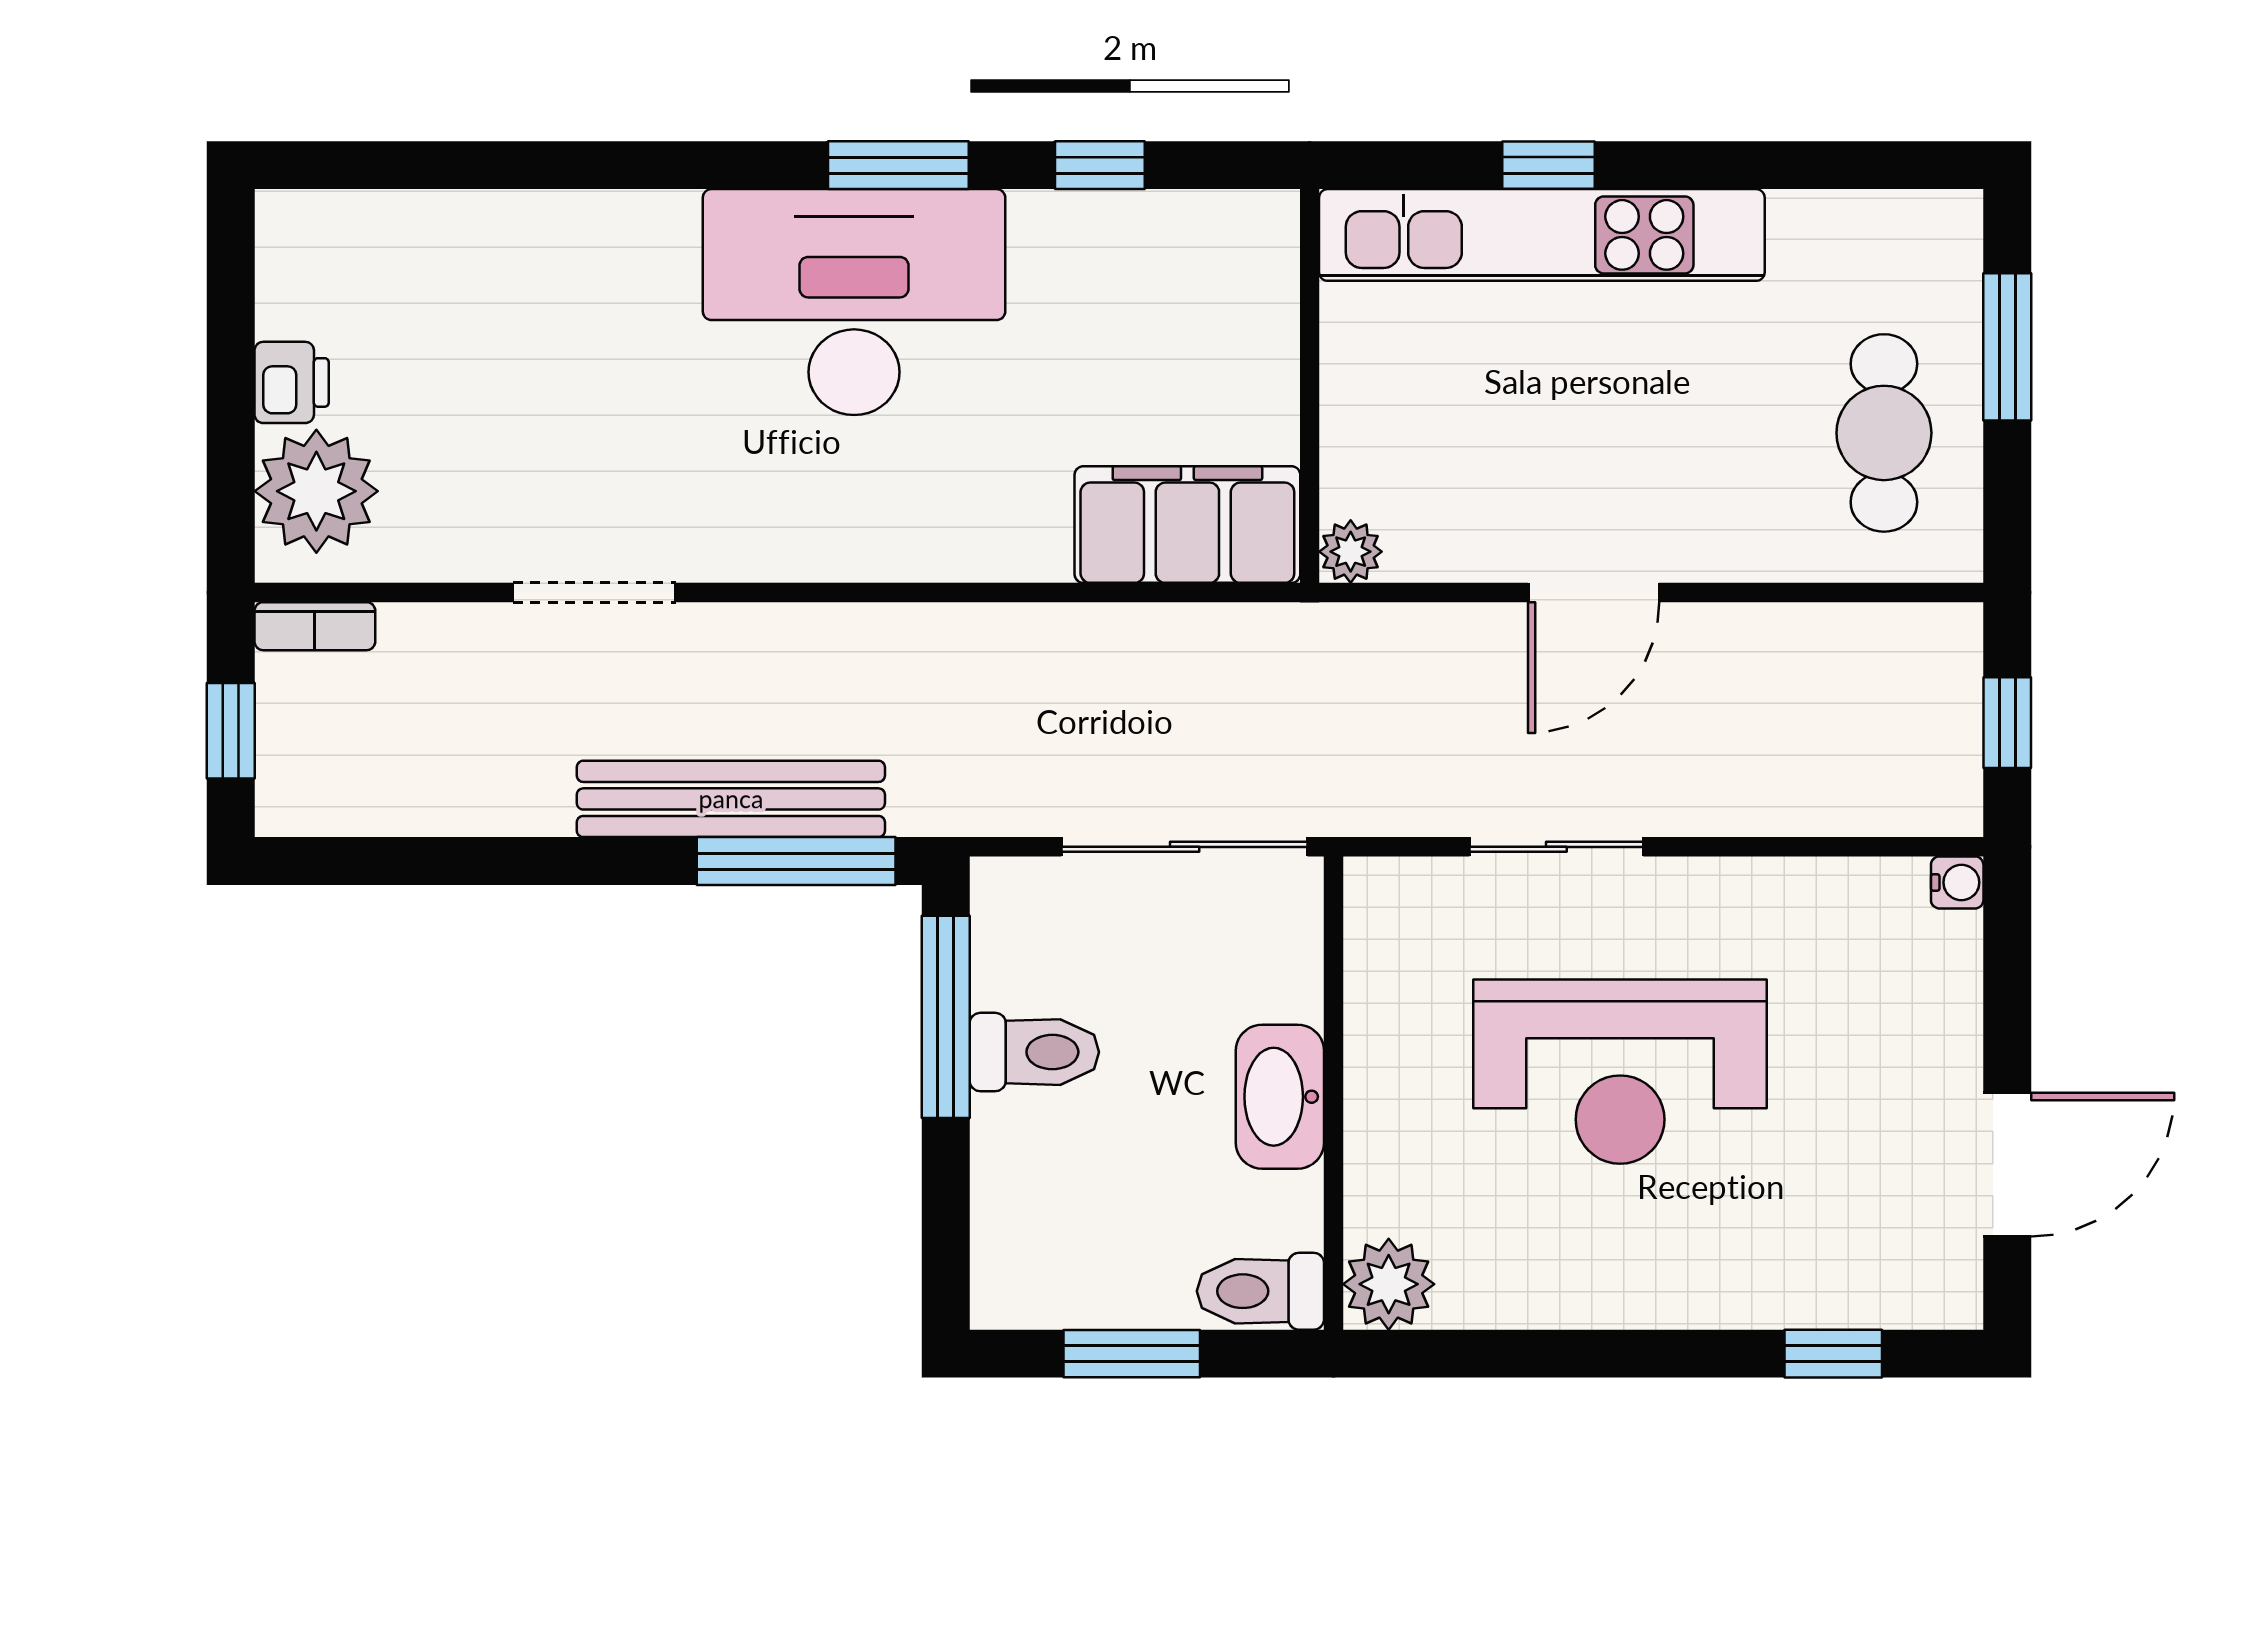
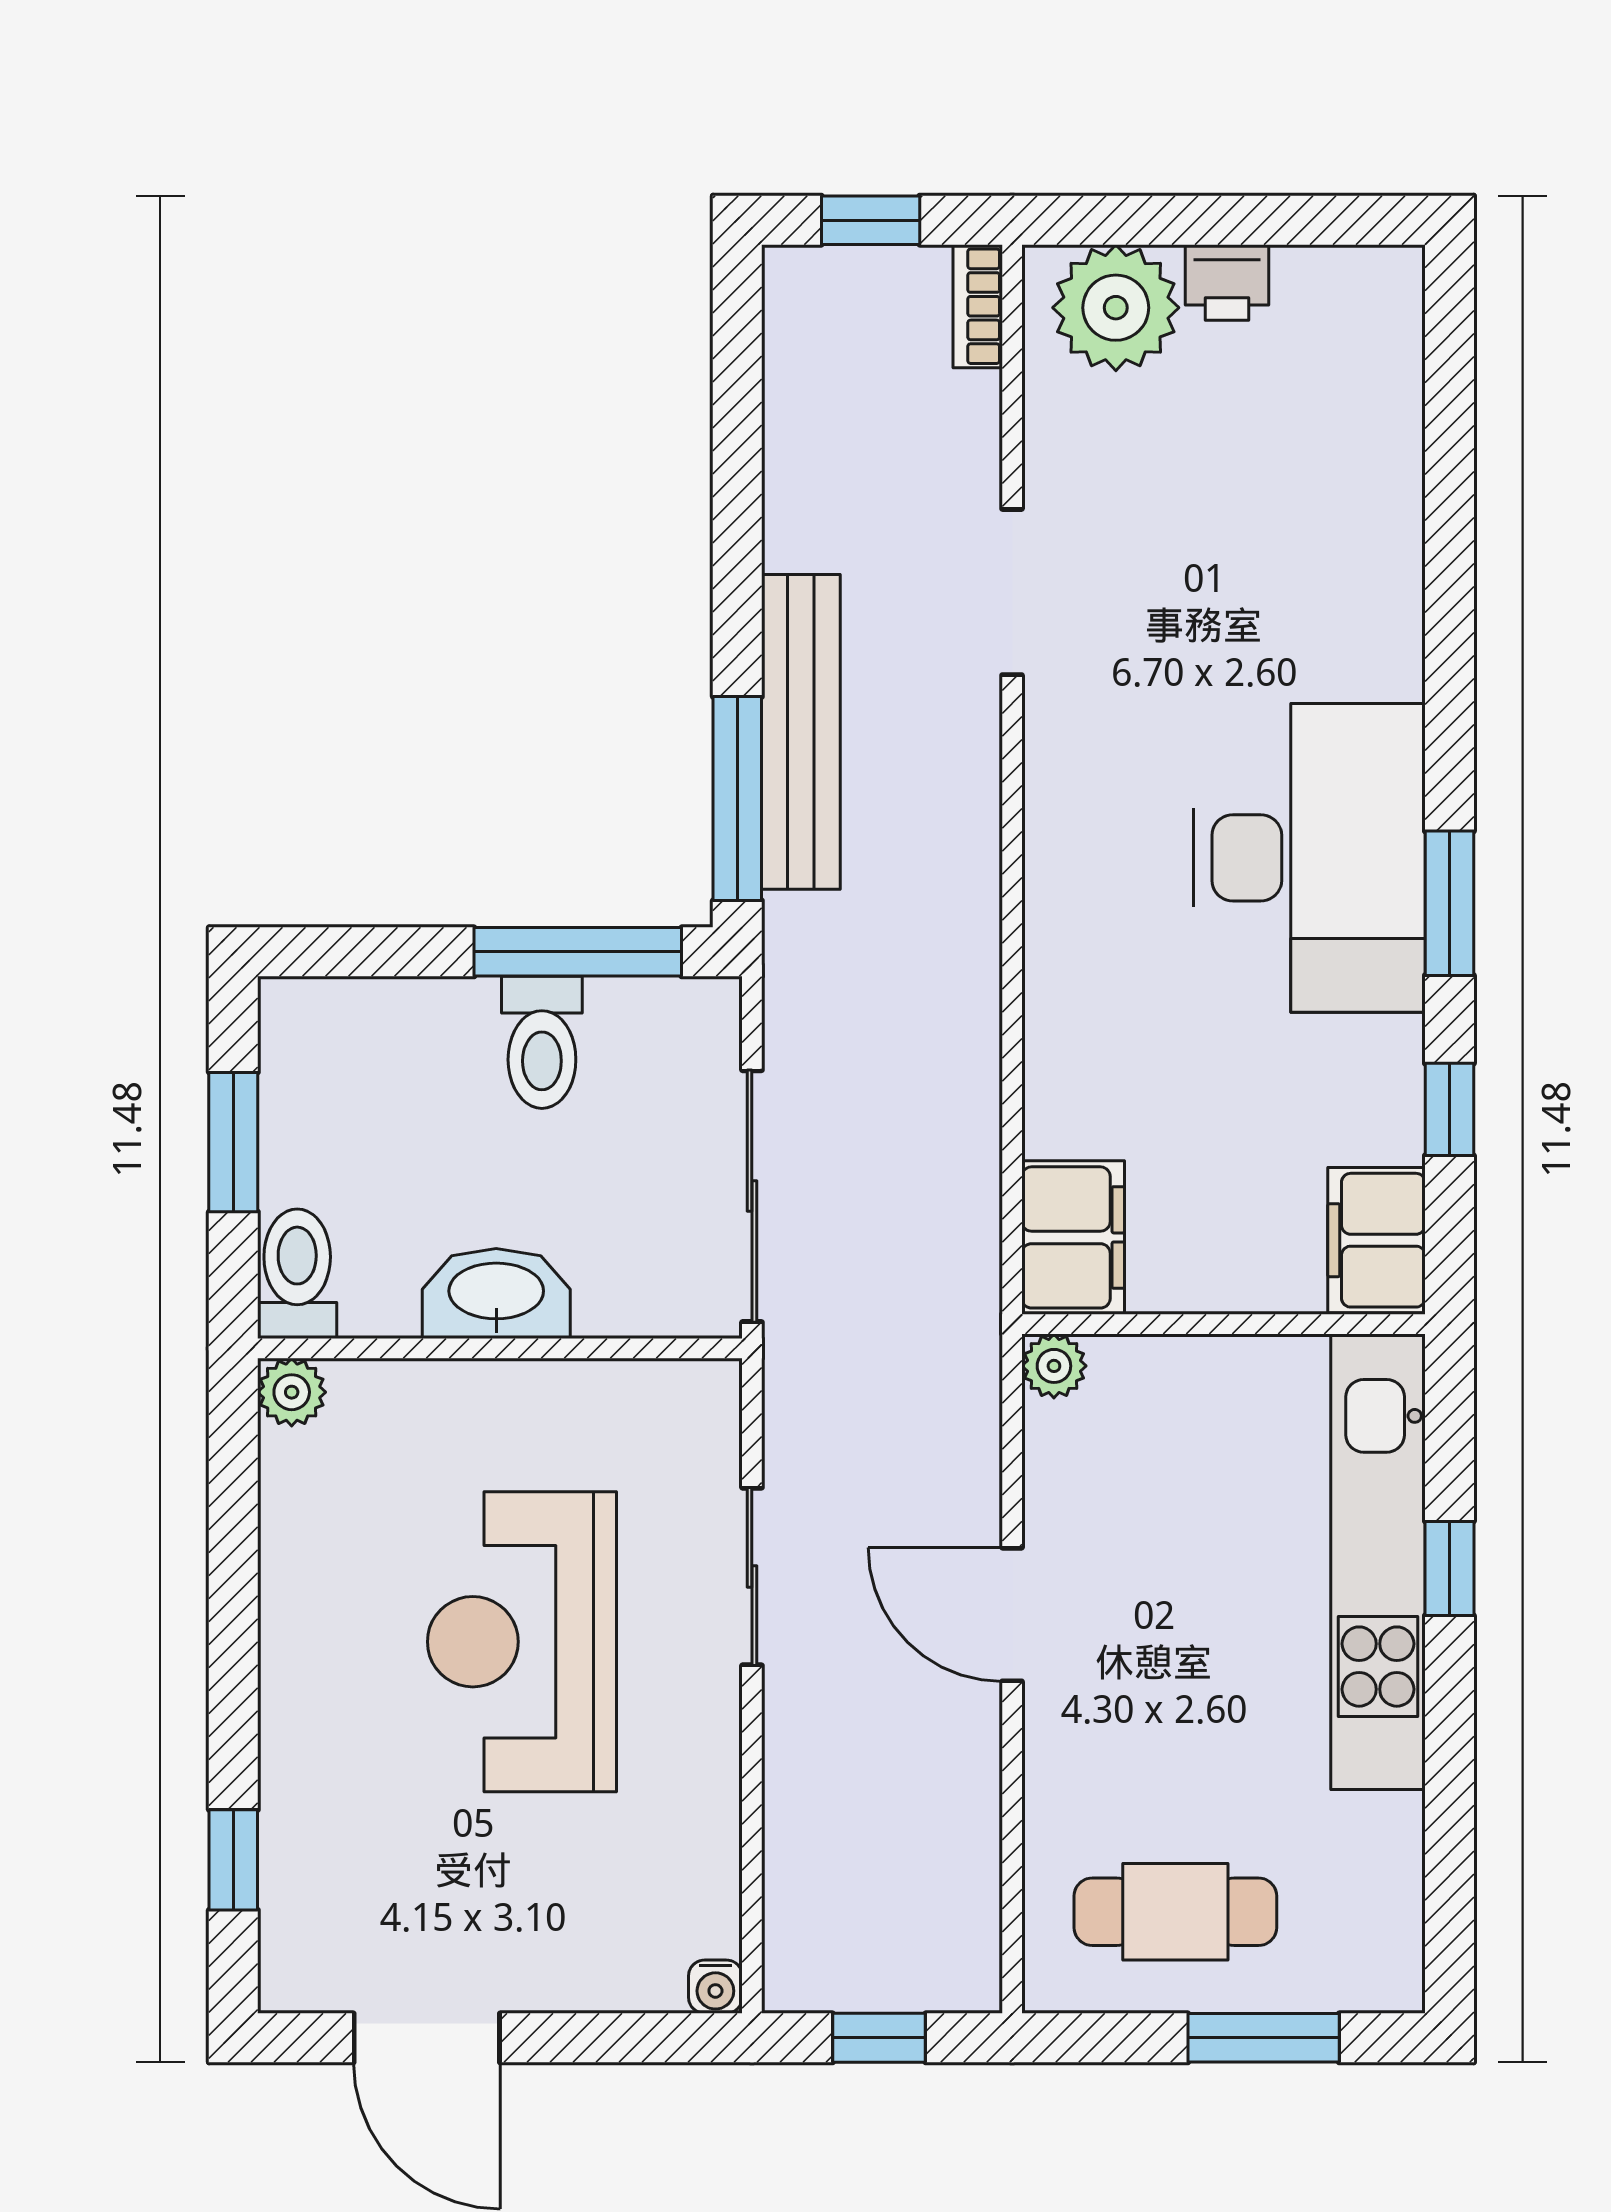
filing cabinet: (1228, 236) -> (1377, 1240), added
filing cabinet: (1187, 525) -> (1073, 1237), width x0.67, depth x0.86
plant: (1389, 1284) -> (292, 1392), width x0.73, depth x0.73

